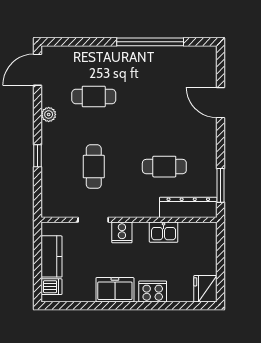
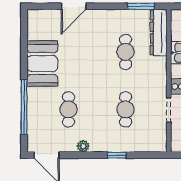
window: (150, 42) -> (24, 107), moved
booth: (150, 64) -> (42, 64), added
cafe table: (94, 167) -> (126, 109), turned 90

